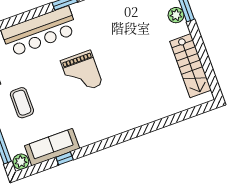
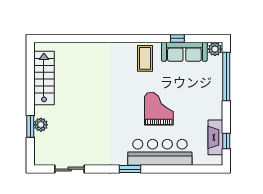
grand piano: (82, 73) -> (159, 109), moved
coffee table: (22, 103) -> (145, 58), moved

